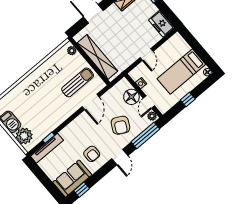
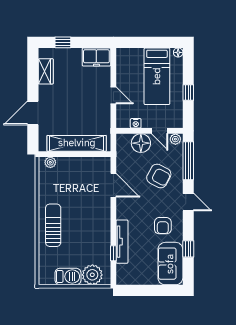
sun lounger: (78, 82) -> (53, 225), moved
tv unit: (47, 148) -> (122, 242), moved
armchair: (92, 154) -> (163, 226), turned 90
window: (82, 190) -> (188, 249), moved

